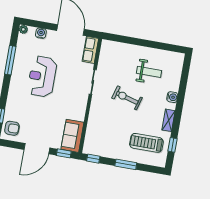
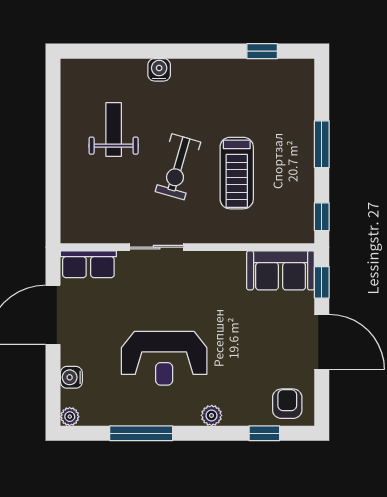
plant: (13, 93) -> (212, 415), added
shelving: (168, 120) -> (211, 69), removed
treadmill: (146, 143) -> (237, 173), moved

